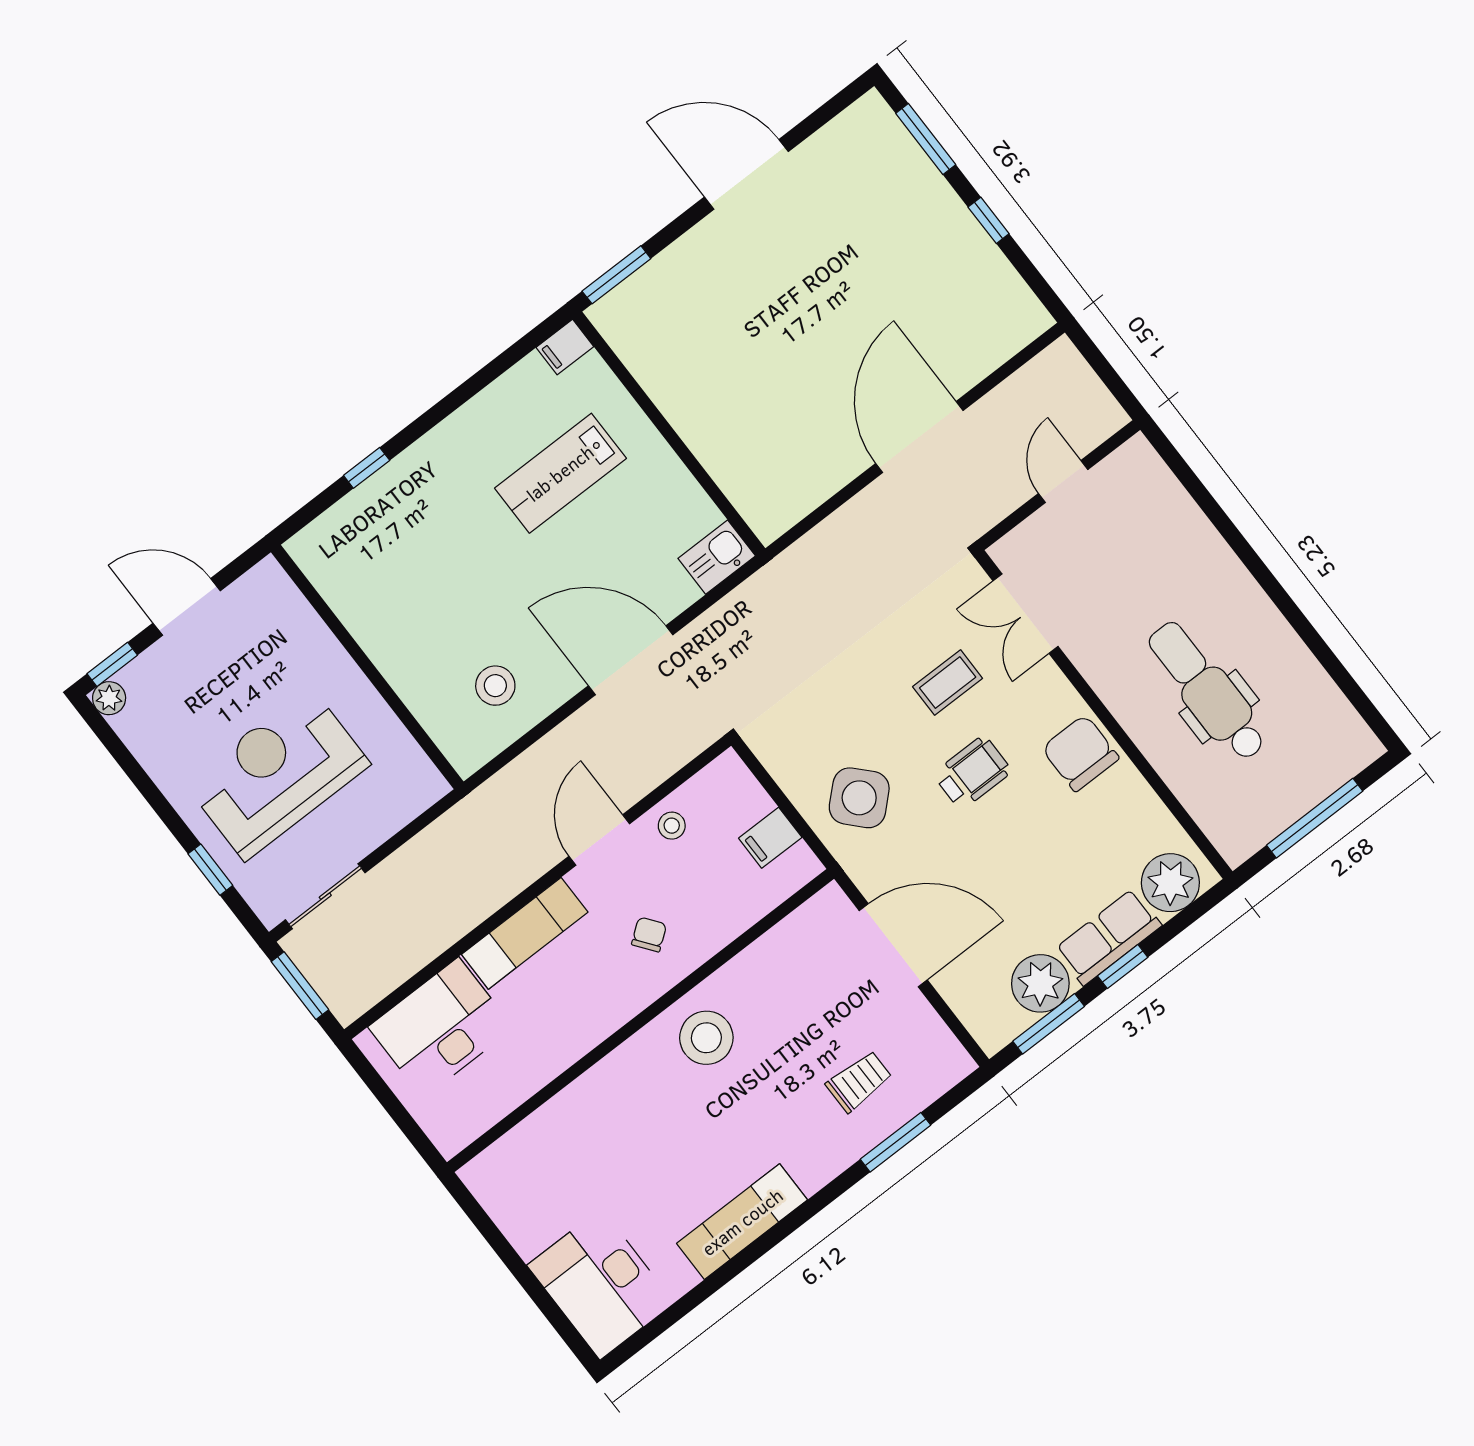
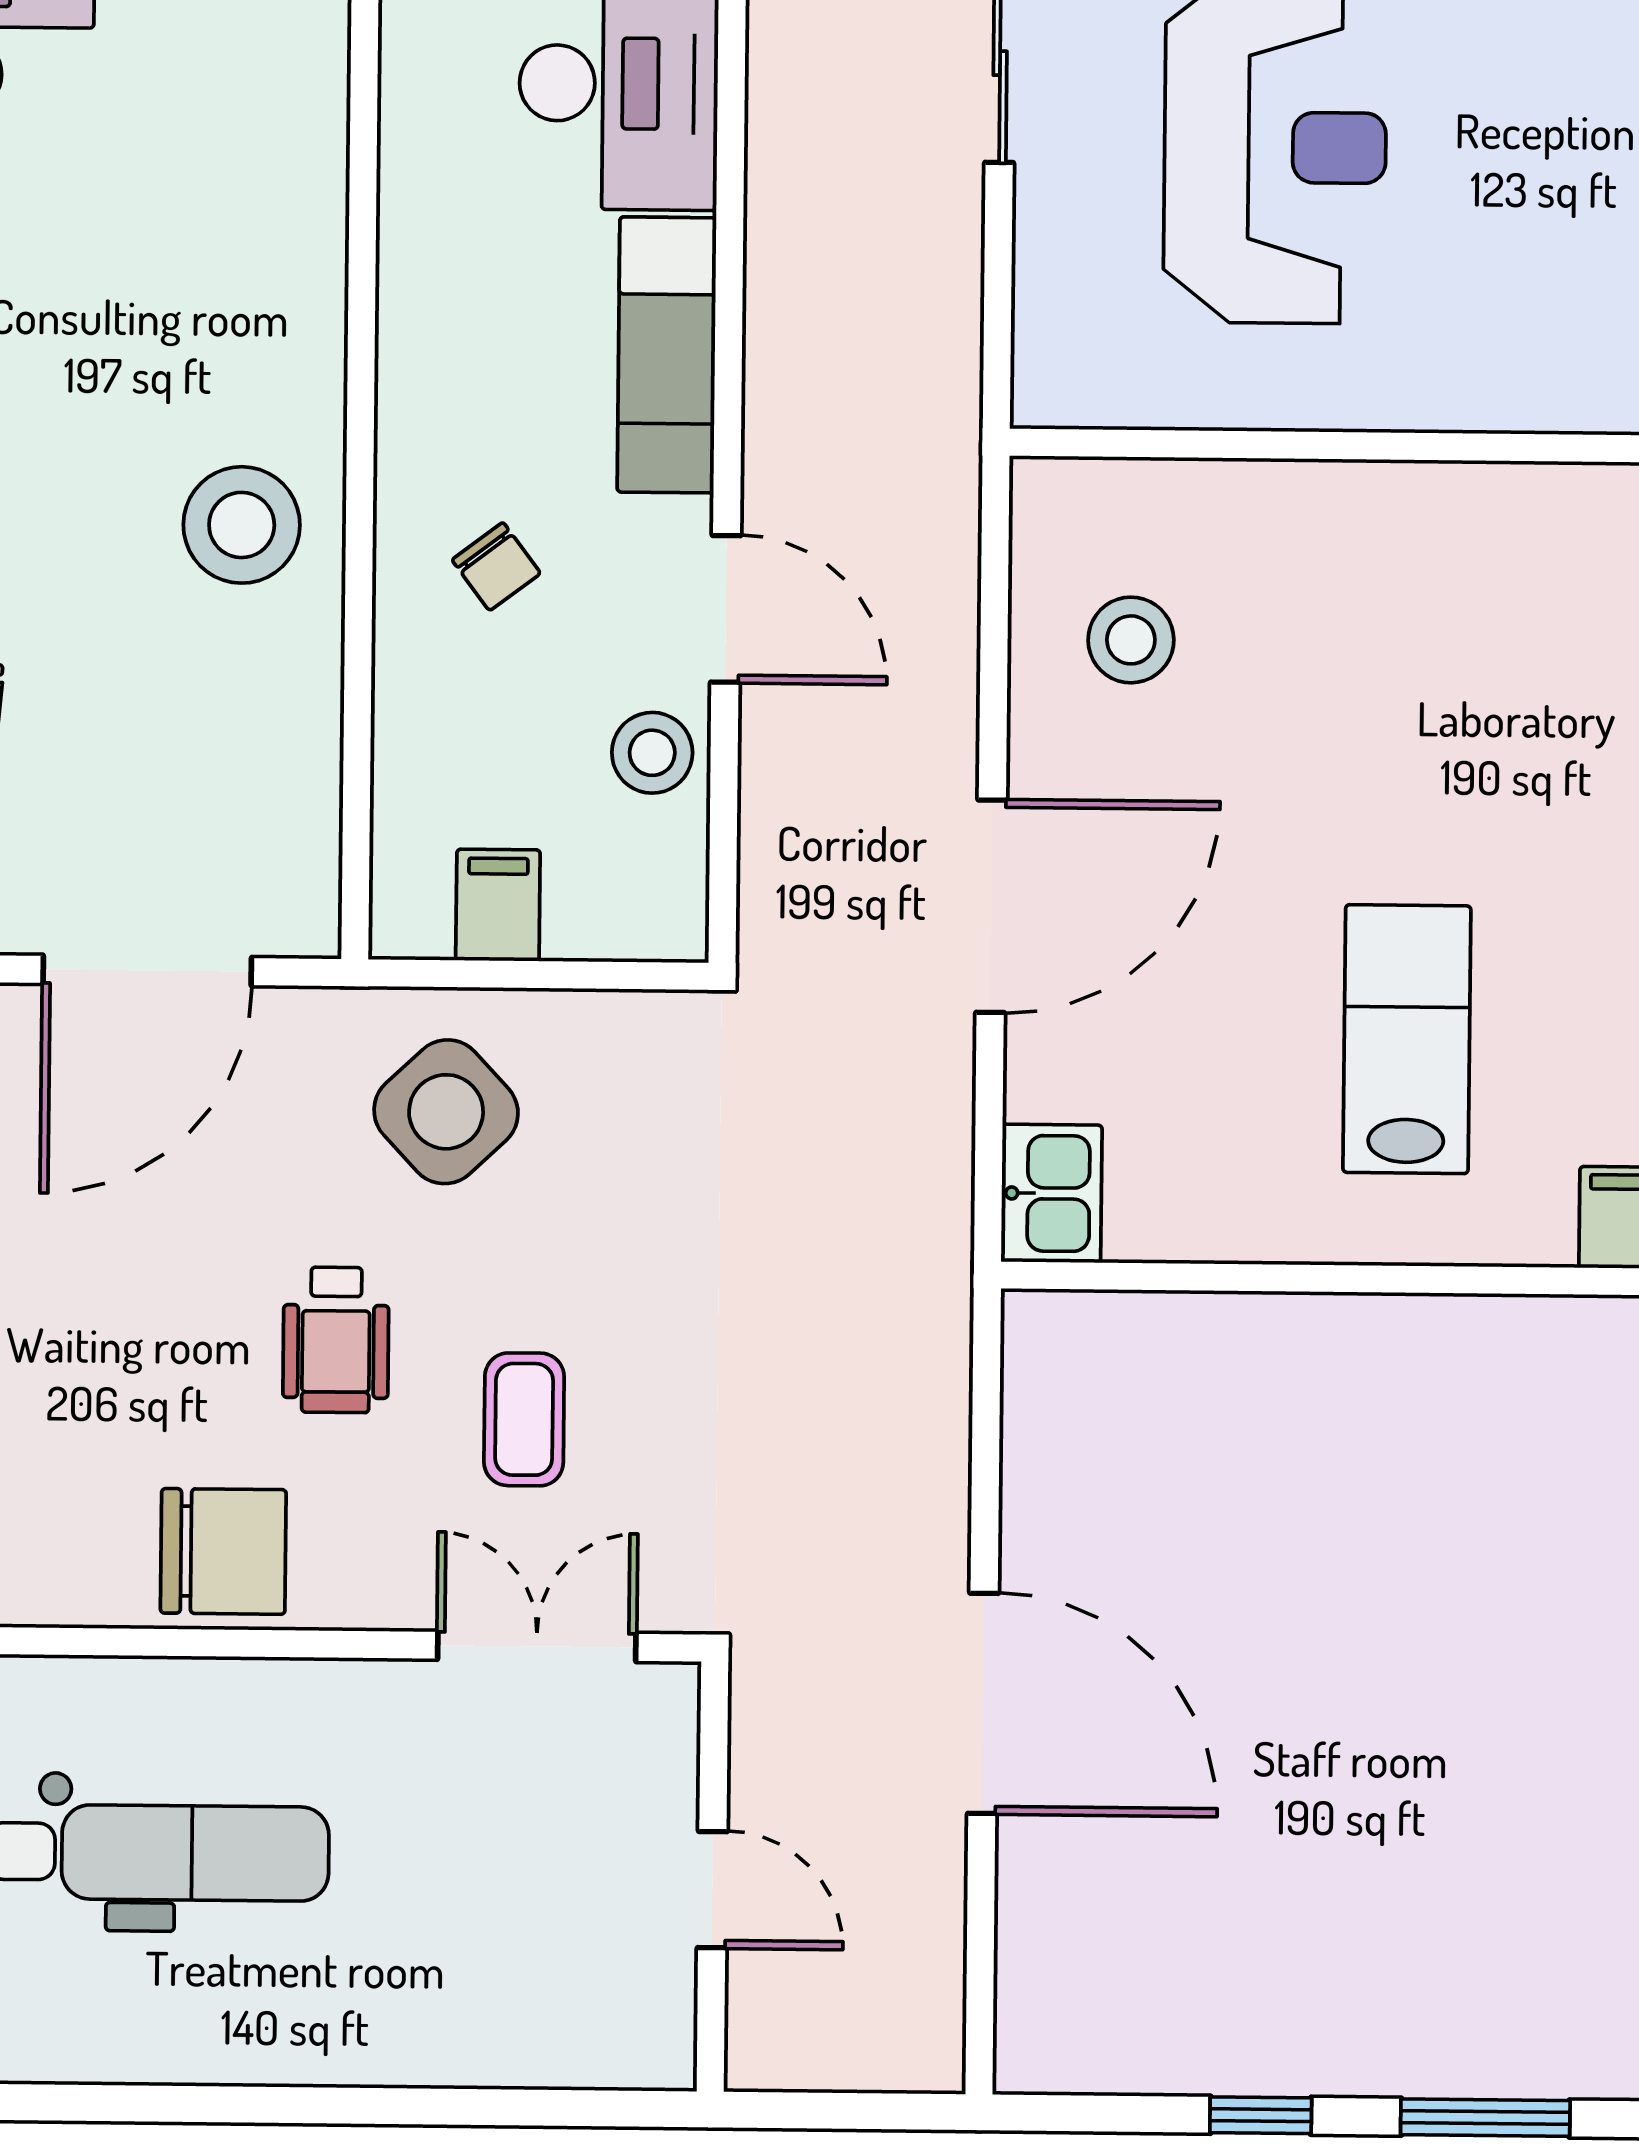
stool: (672, 826) -> (652, 753), width x1.37, depth x1.37

